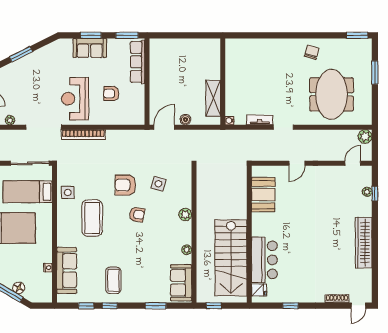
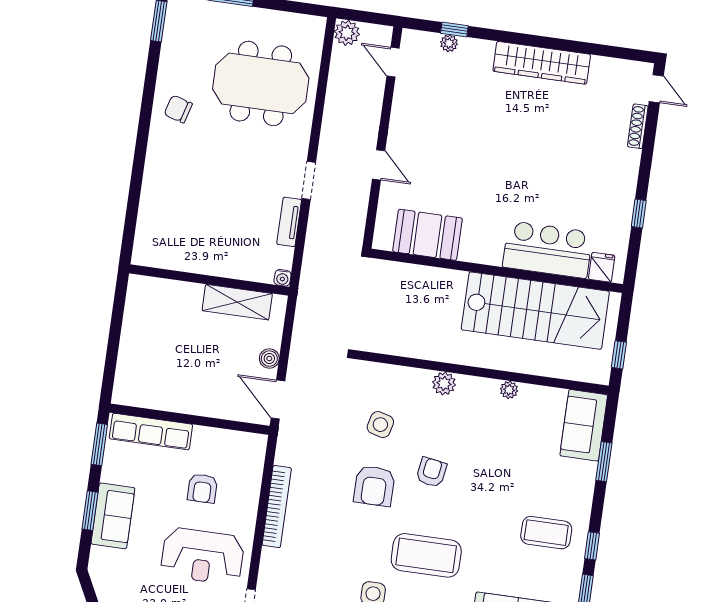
bookcase: (83, 135) -> (277, 507), moved
sofa: (181, 283) -> (584, 425), moved, turned 90

